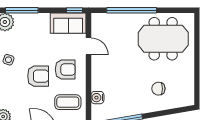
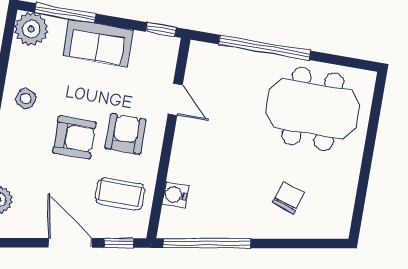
sofa: (68, 23) -> (98, 43), moved
armchair: (65, 69) -> (126, 134), turned -90
chair: (158, 89) -> (289, 198), turned 108

